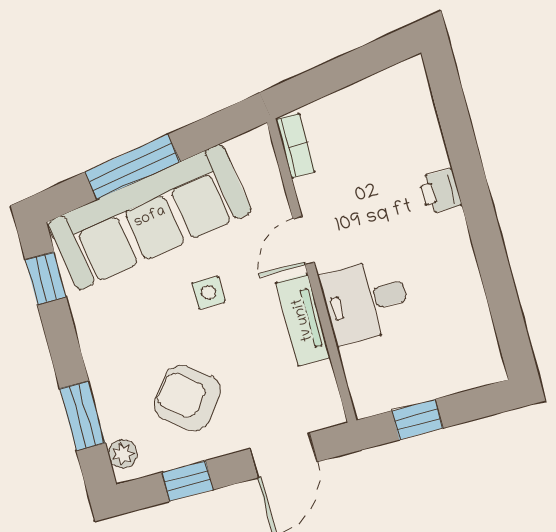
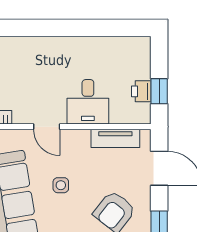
printer: (440, 191) -> (141, 91), moved, turned 90
tv unit: (303, 320) -> (115, 138), moved

